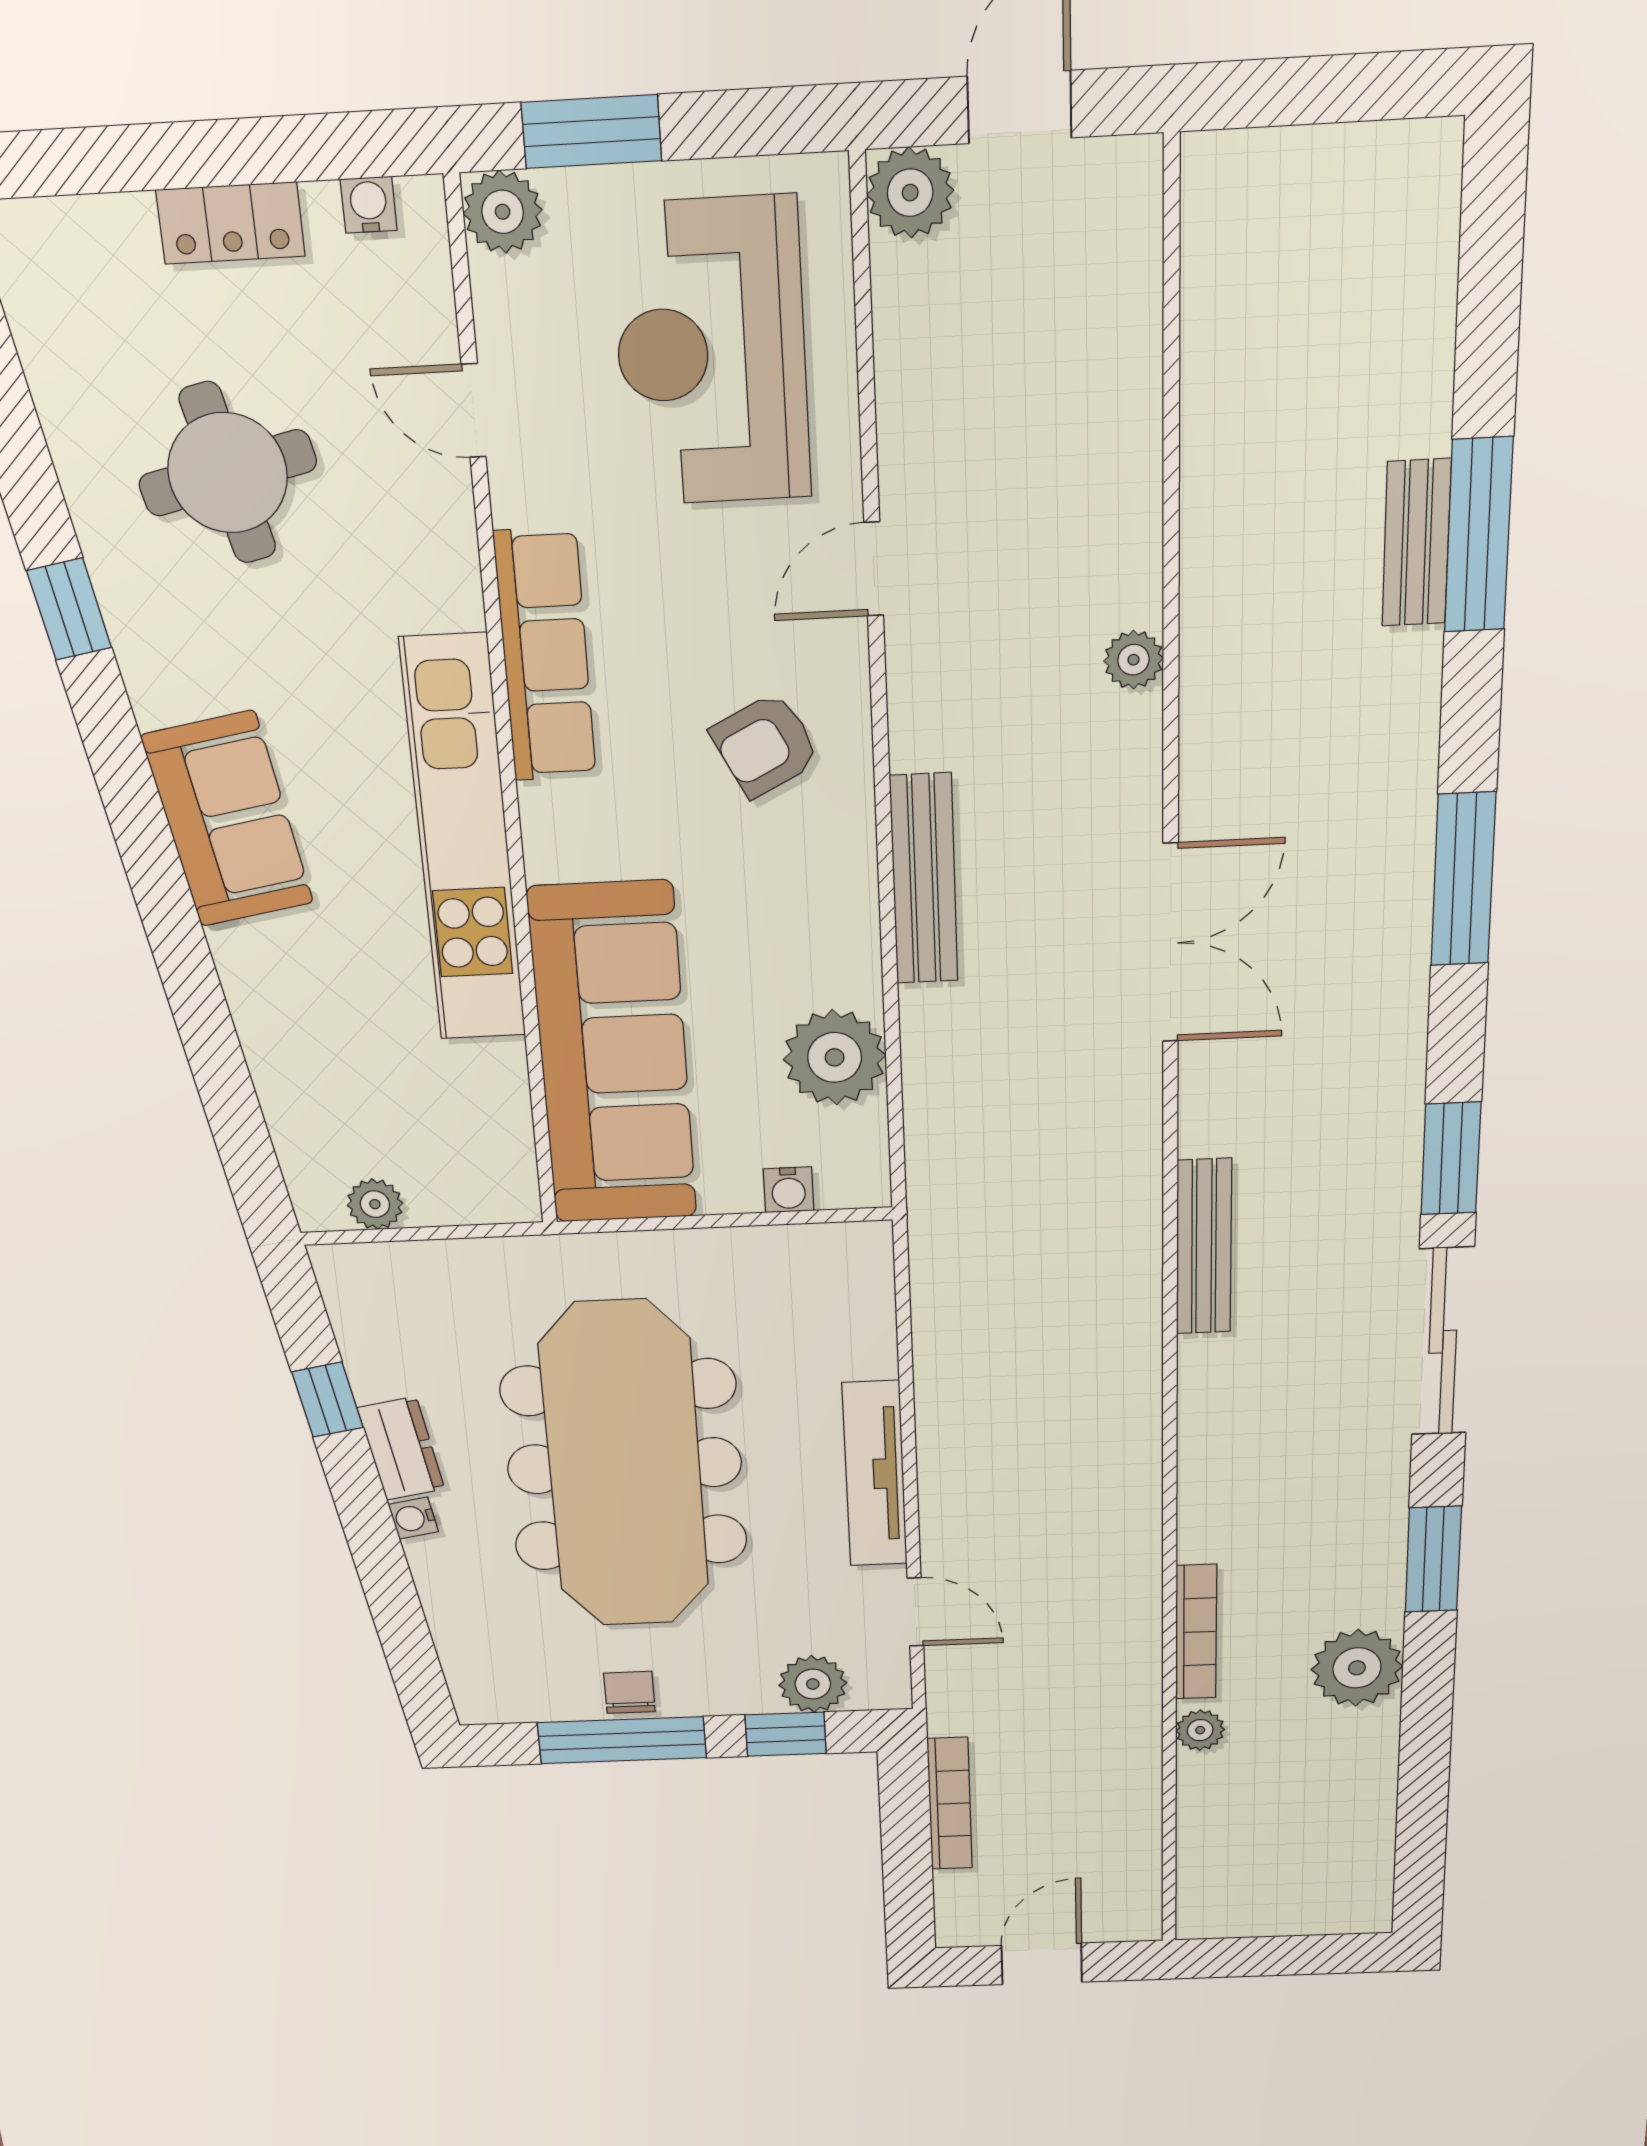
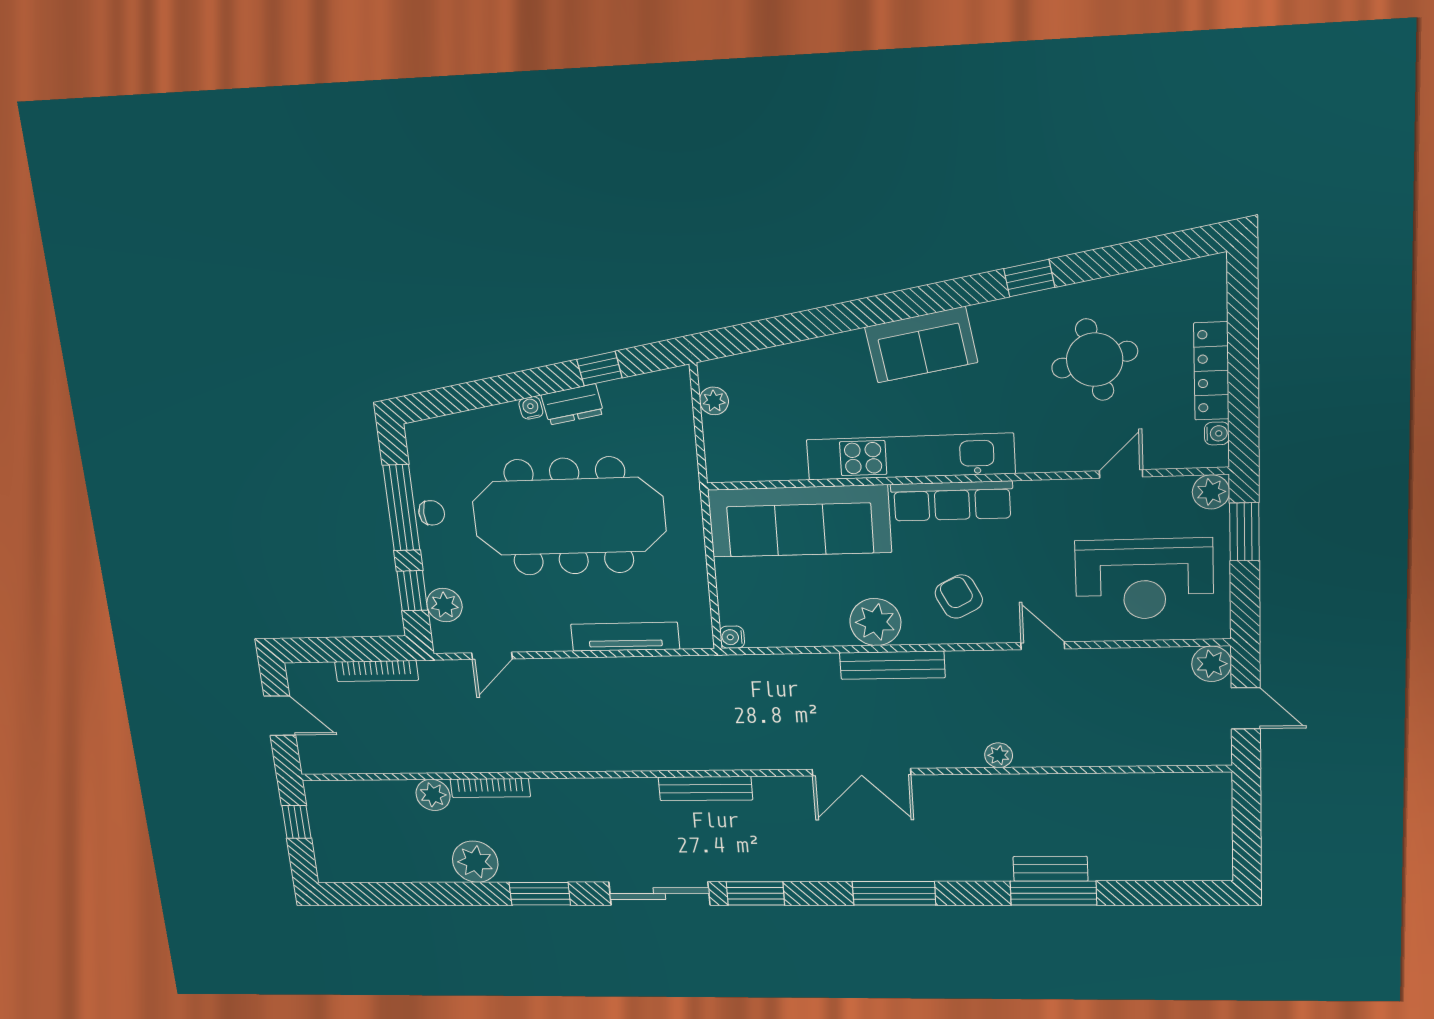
locker: (230, 223) -> (1211, 371), width x1.53
reception desk: (711, 353) -> (1144, 579), turned 180
row of seats: (545, 655) -> (952, 501), moved
plant: (835, 1057) -> (875, 622), moved
water cooler: (789, 1190) -> (732, 637), moved
tv unit: (875, 1474) -> (625, 637), moved
plant: (1200, 1730) -> (433, 795), width x1.38, depth x1.38
window: (1262, 1956) -> (296, 822), added

